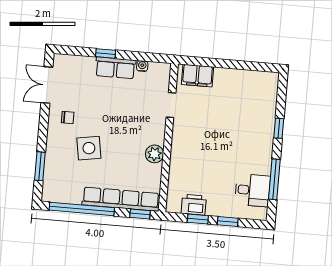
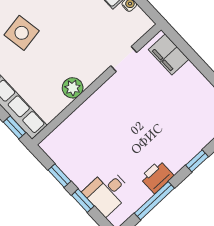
desk: (252, 190) -> (107, 192), moved, turned 90
printer: (194, 205) -> (157, 177), moved, turned -90

